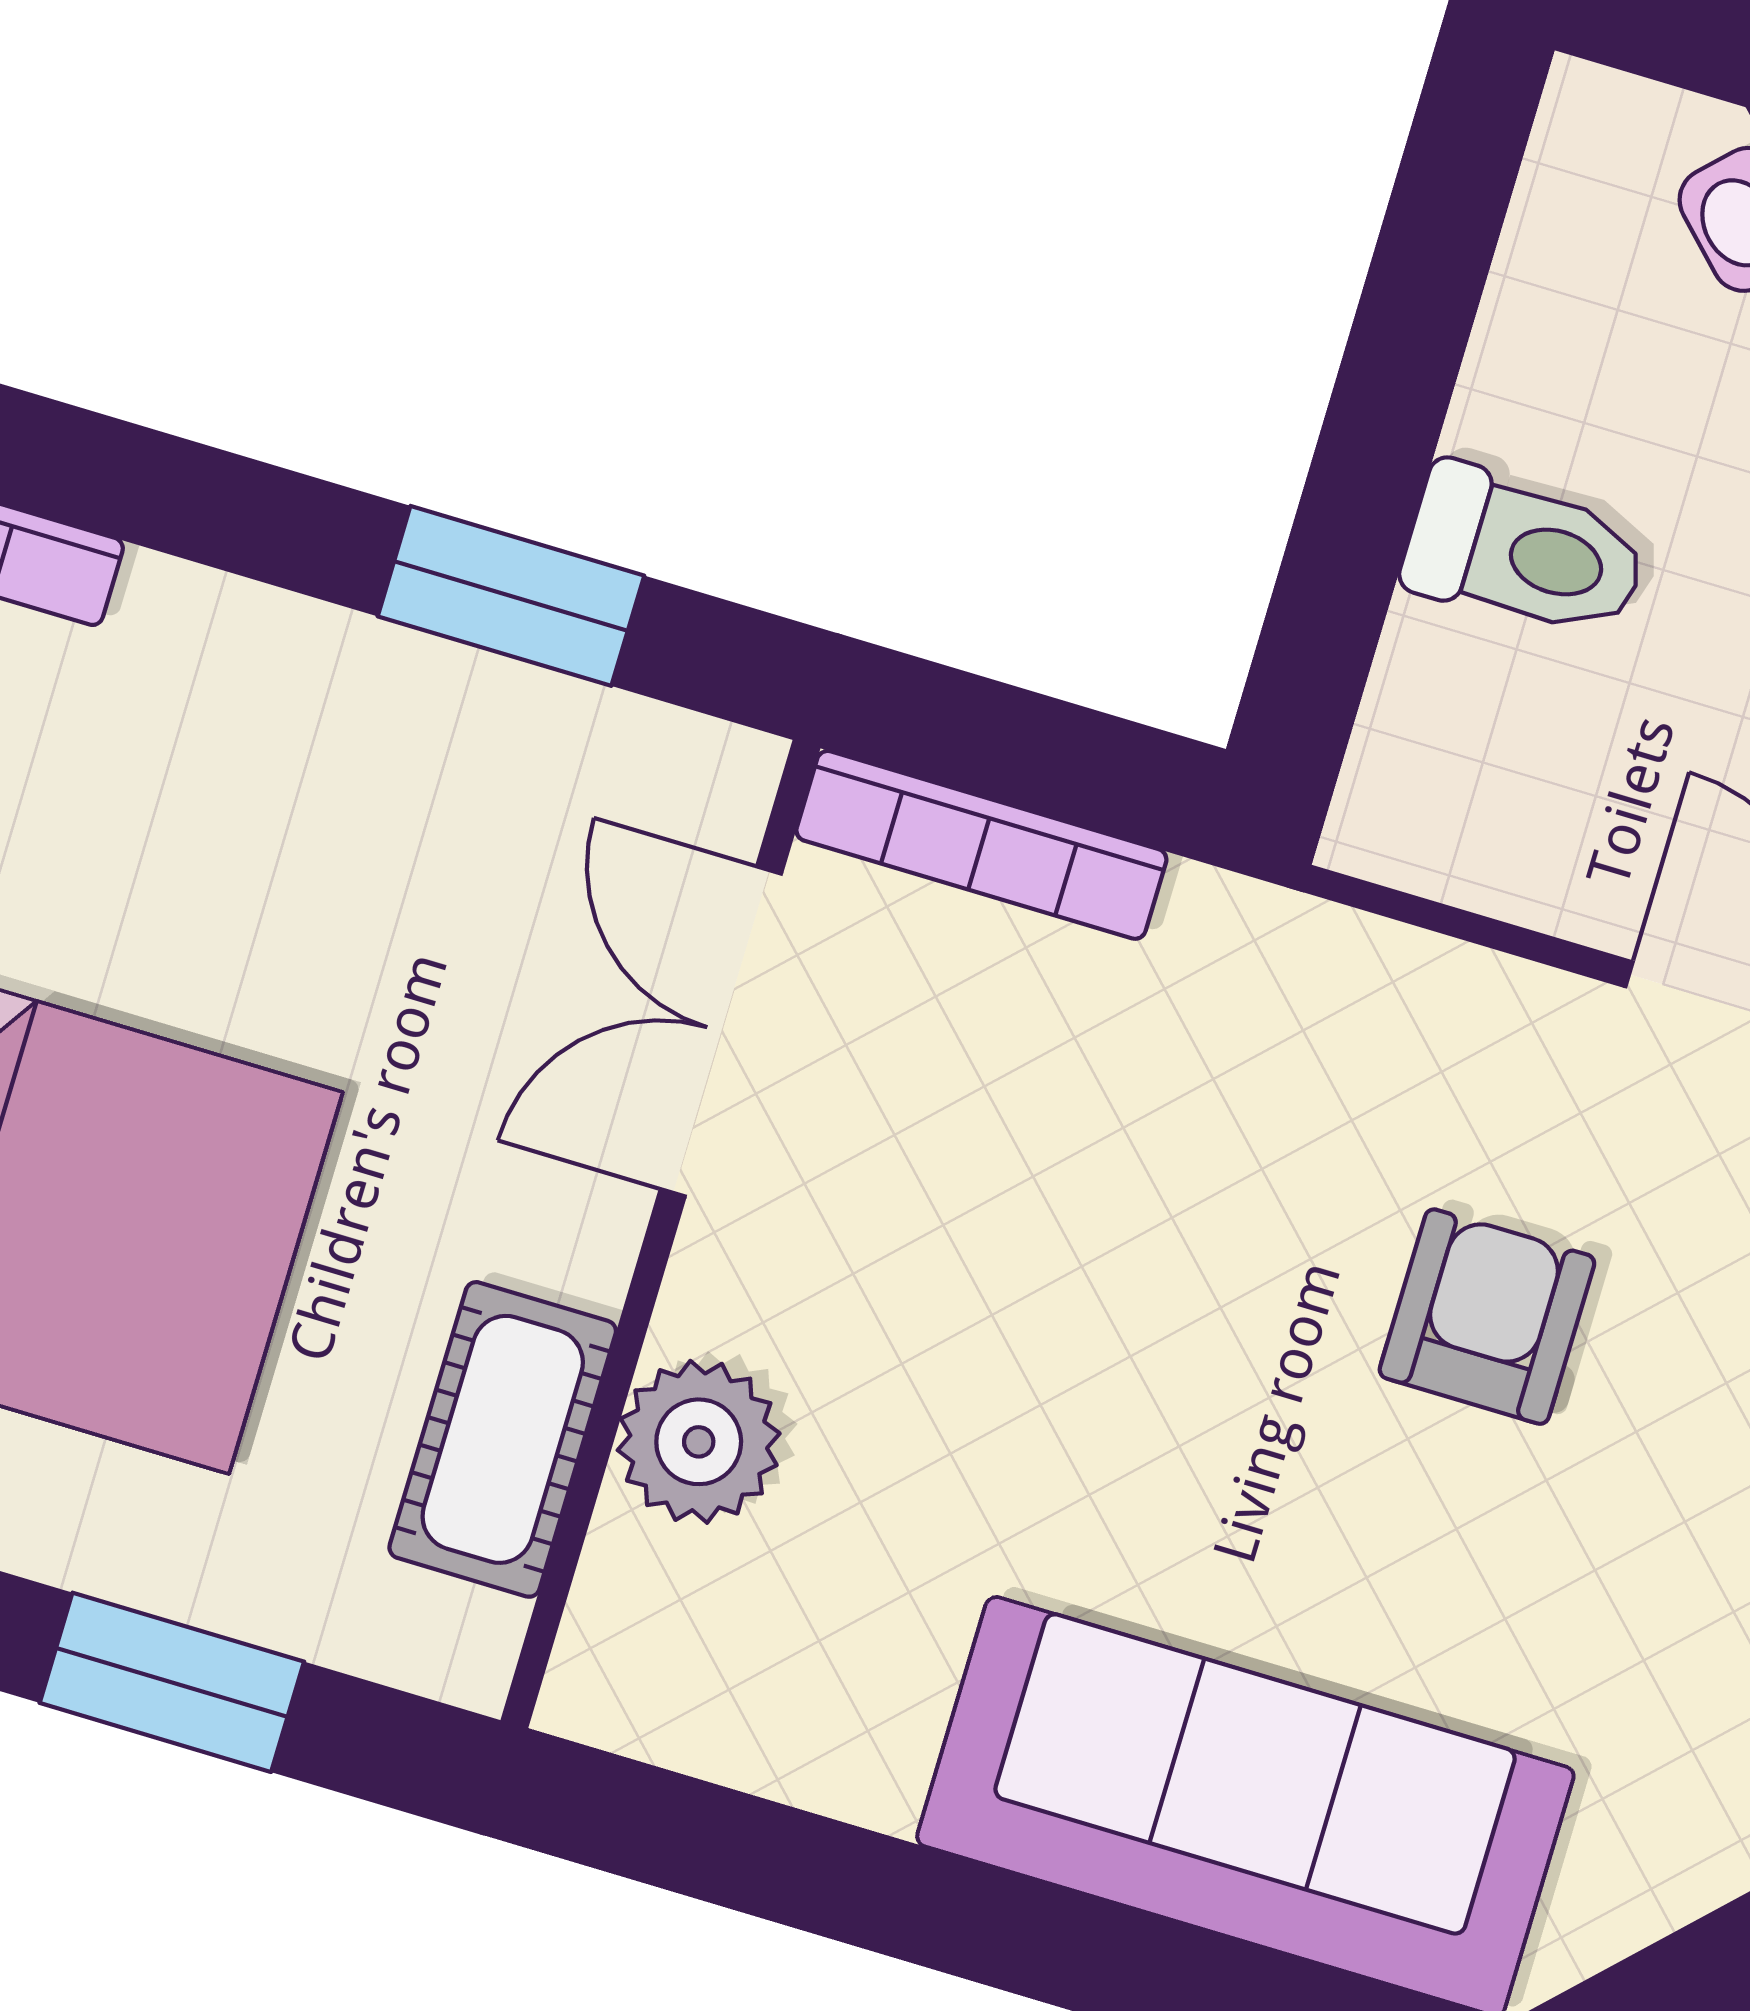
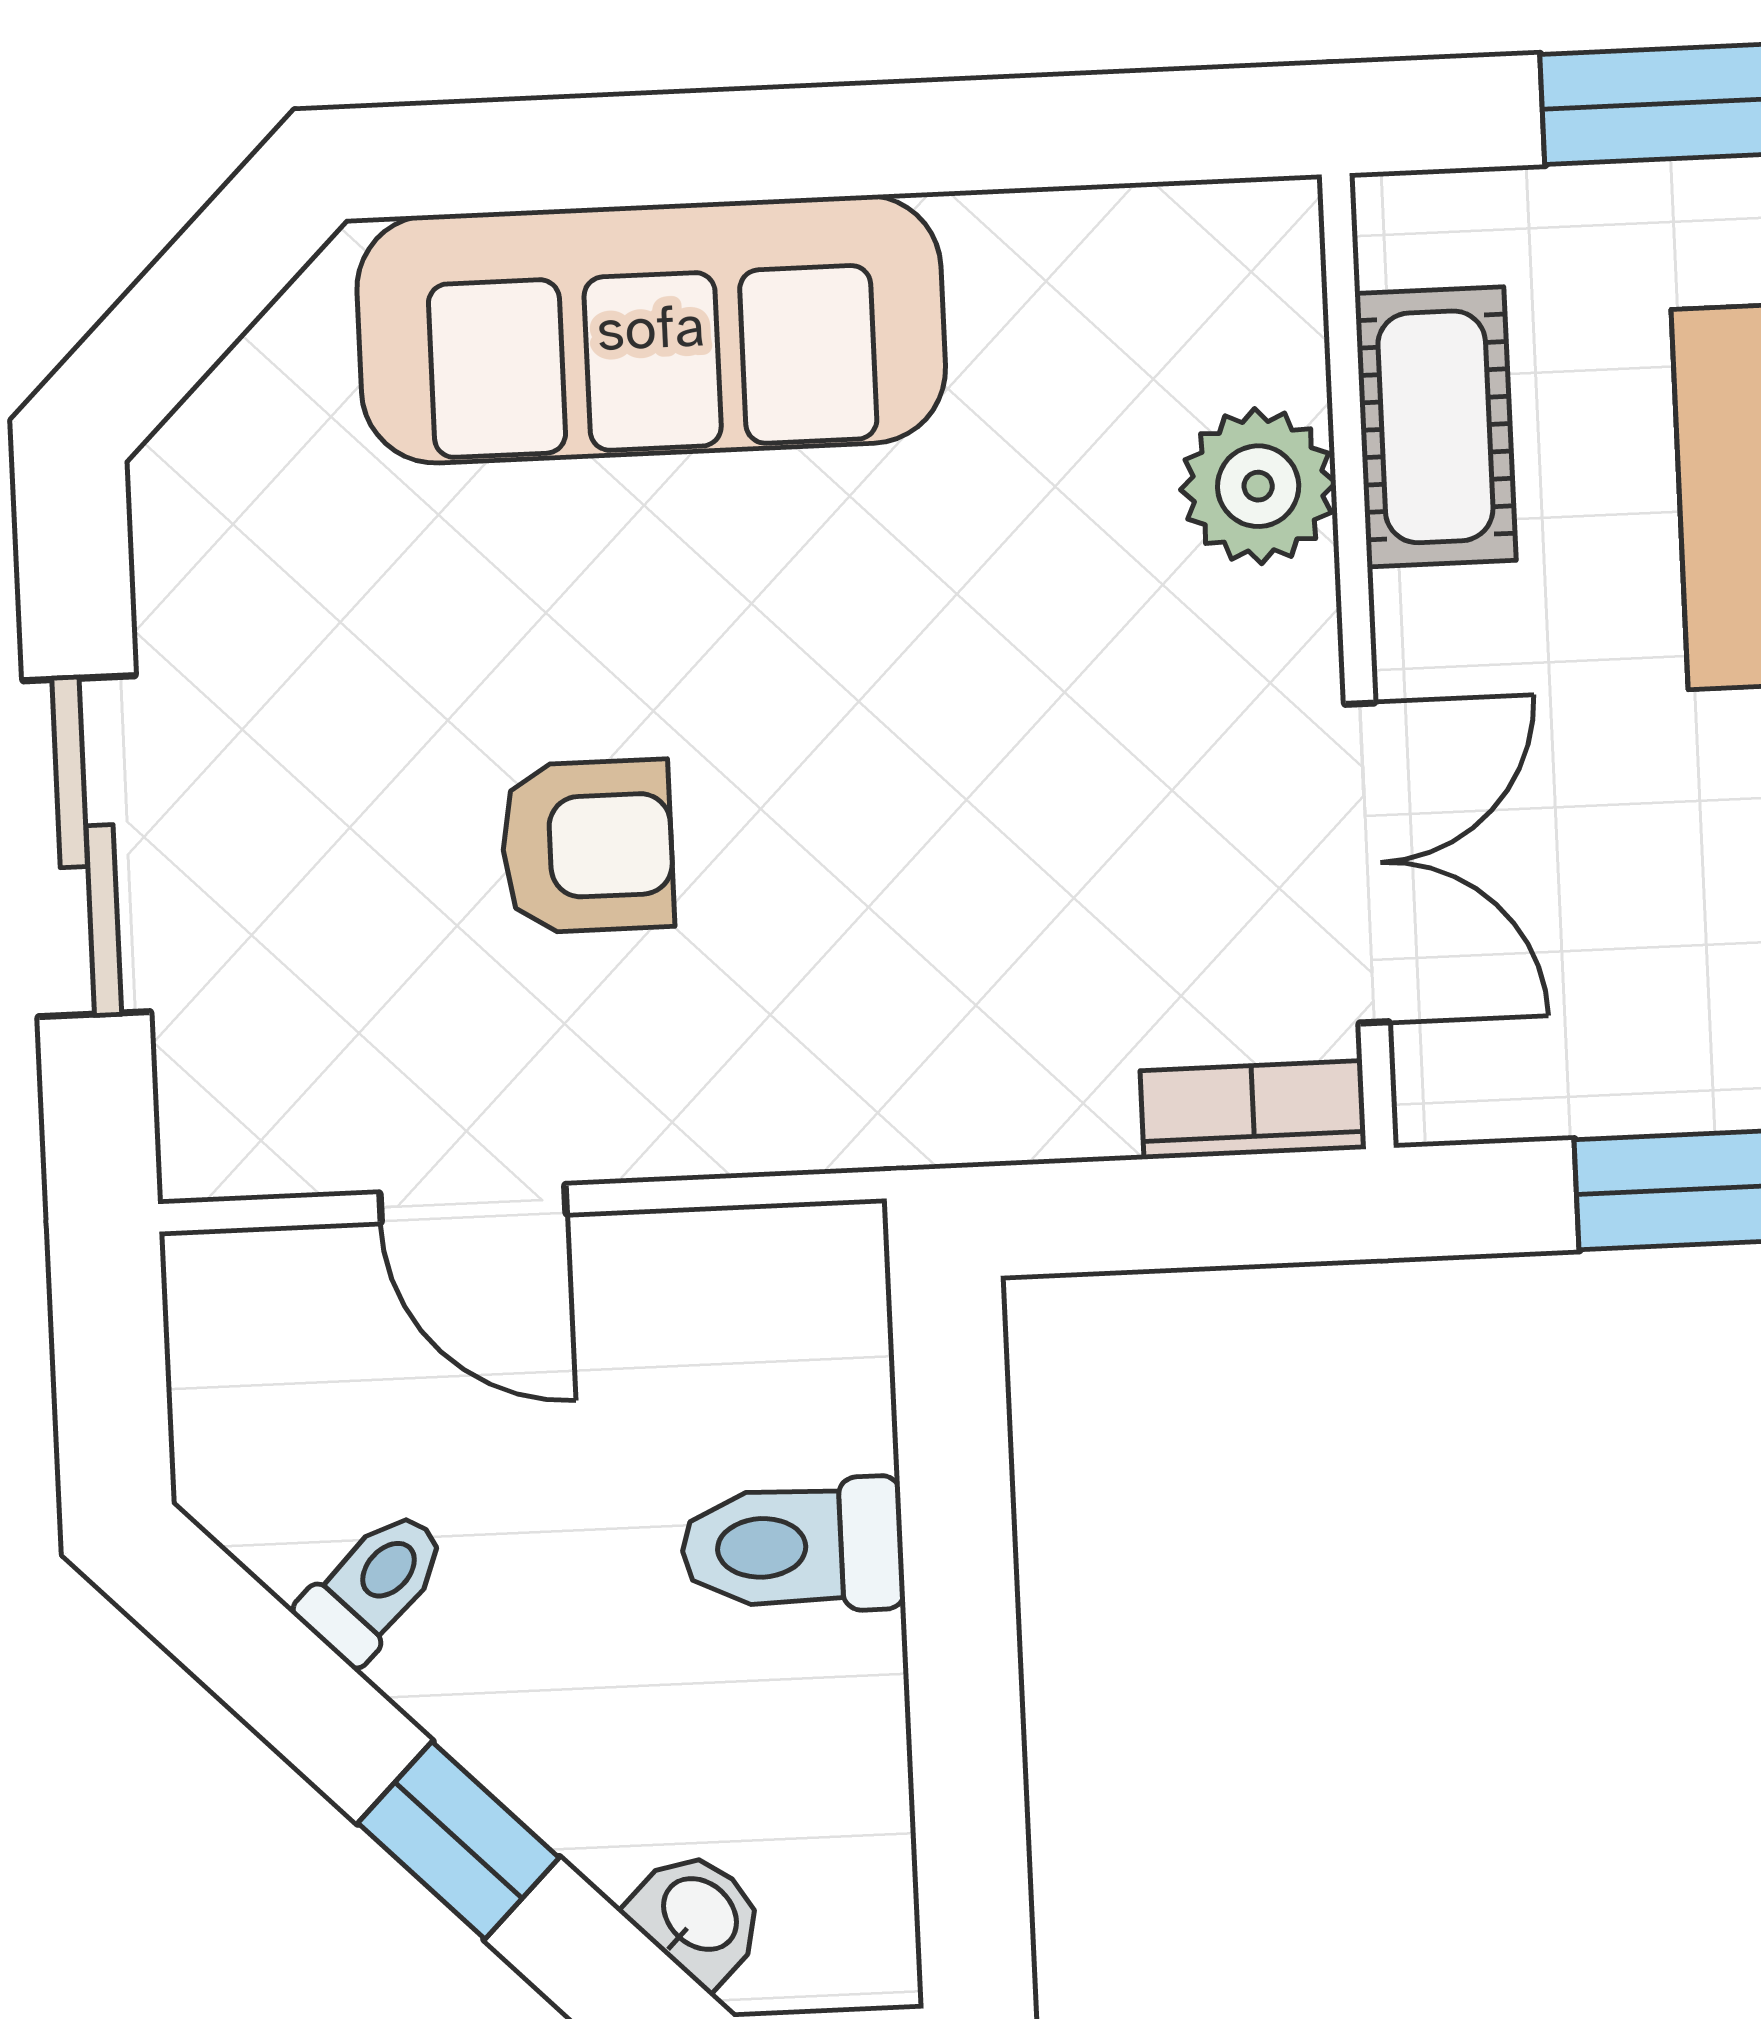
bookcase: (981, 845) -> (1253, 1110), width x0.64
armchair: (1487, 1317) -> (587, 846), turned -90

